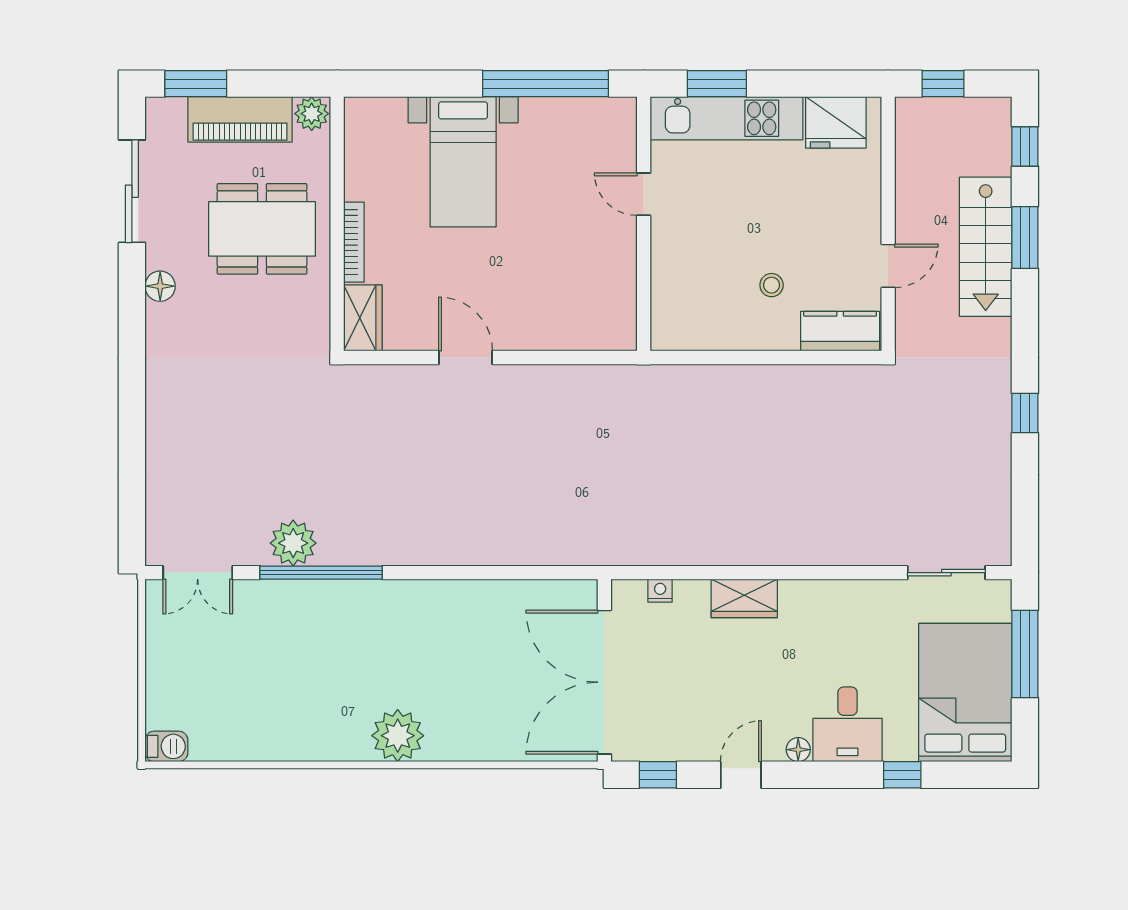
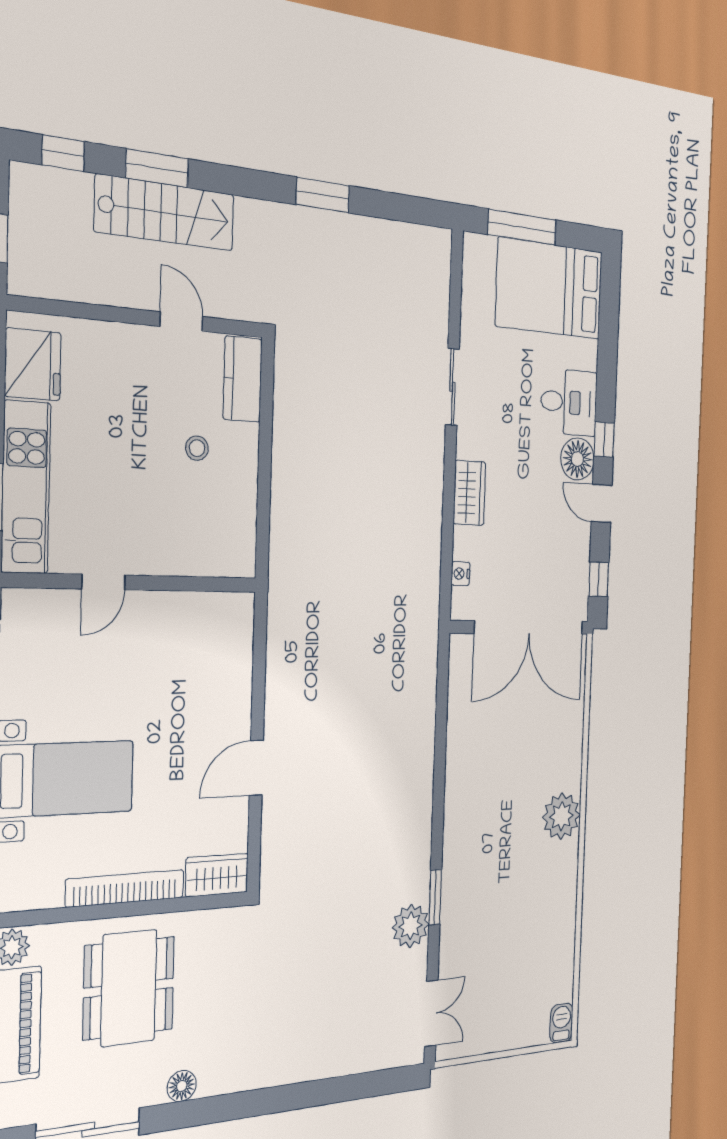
bookcase: (354, 242) -> (125, 888), width x1.48, depth x1.31
window: (1025, 413) -> (323, 195), width x1.50
window: (321, 573) -> (435, 897), width x0.47
sliding door: (946, 573) -> (452, 387), moved
floor lamp: (798, 750) -> (577, 459), width x1.89, depth x1.89
window: (902, 775) -> (604, 440), moved

